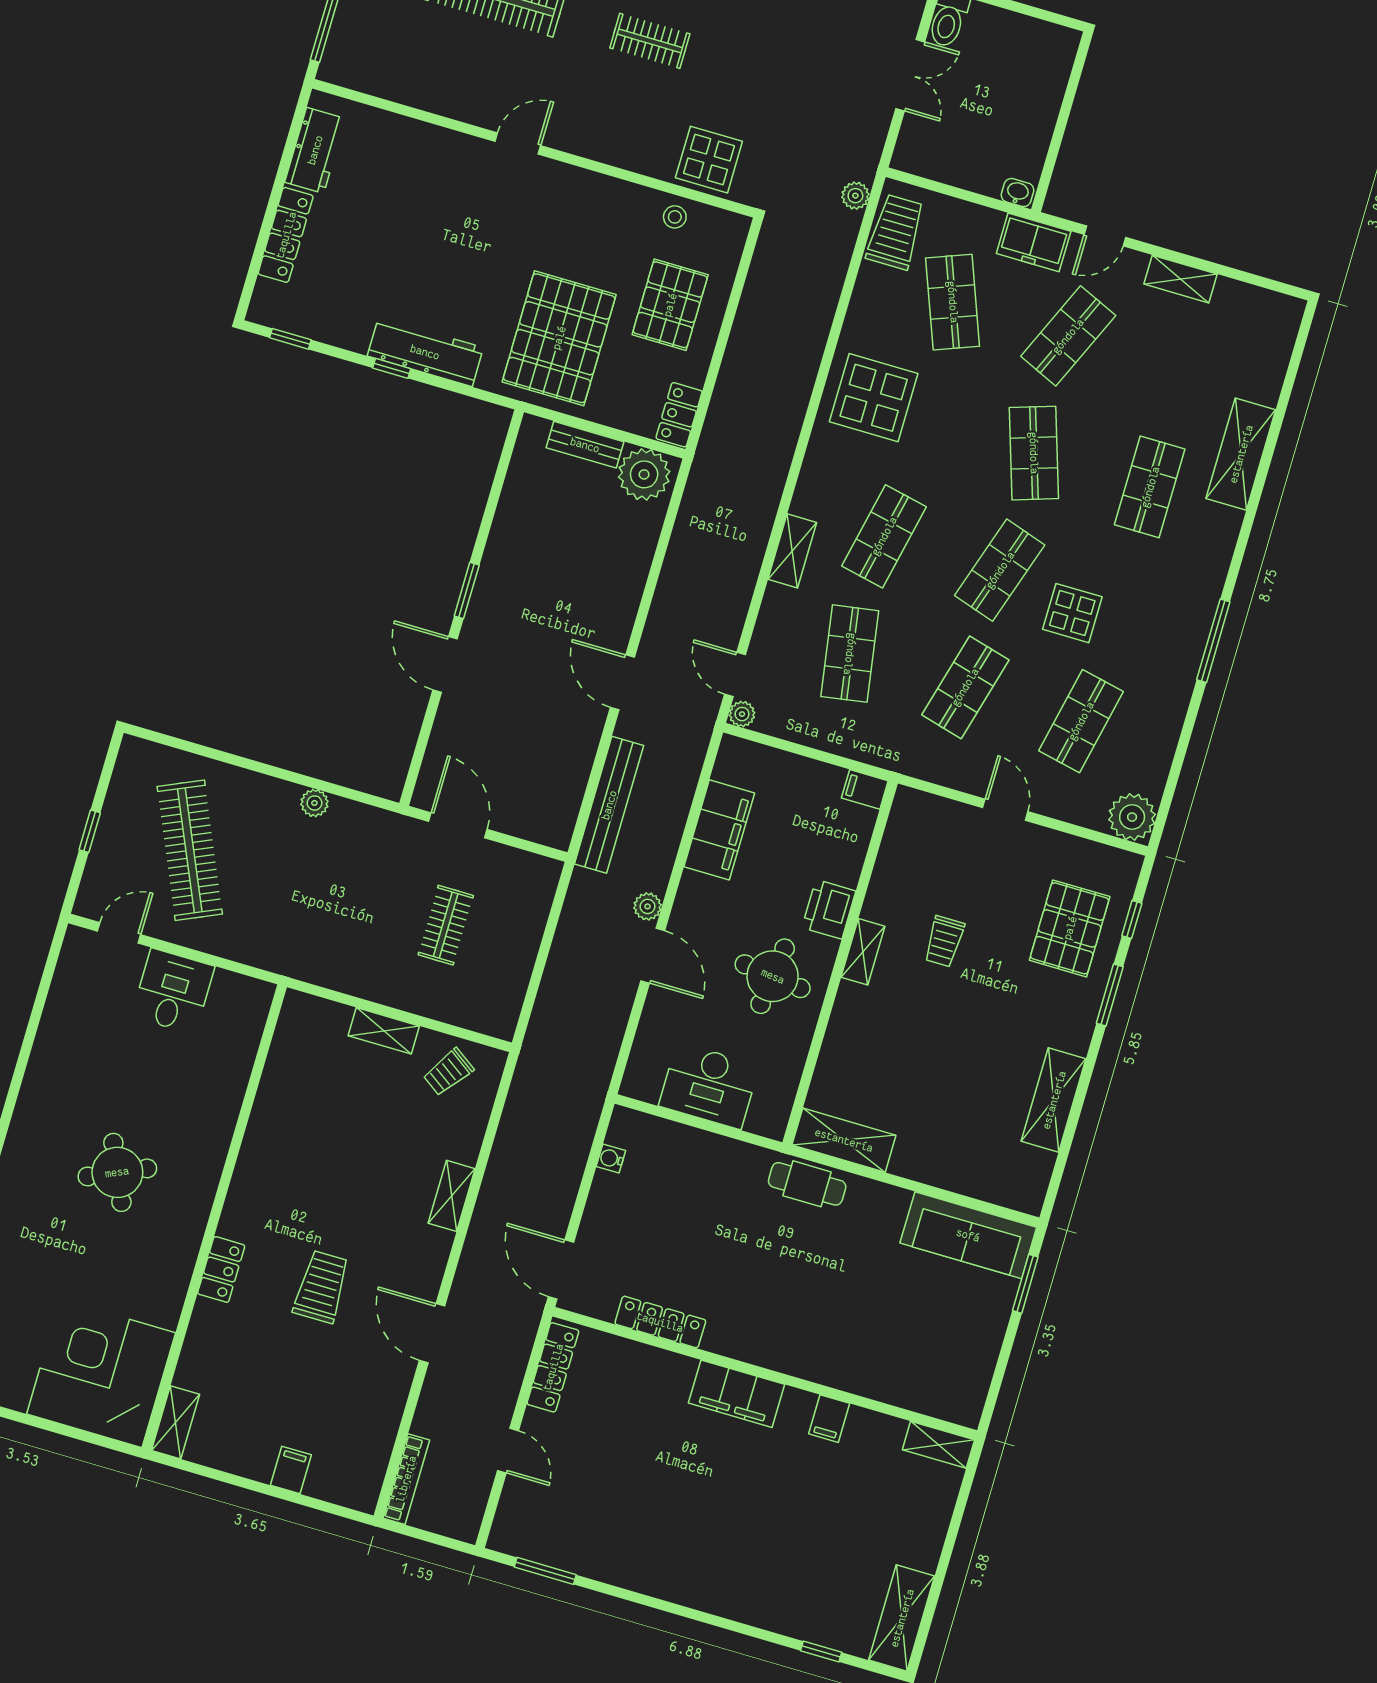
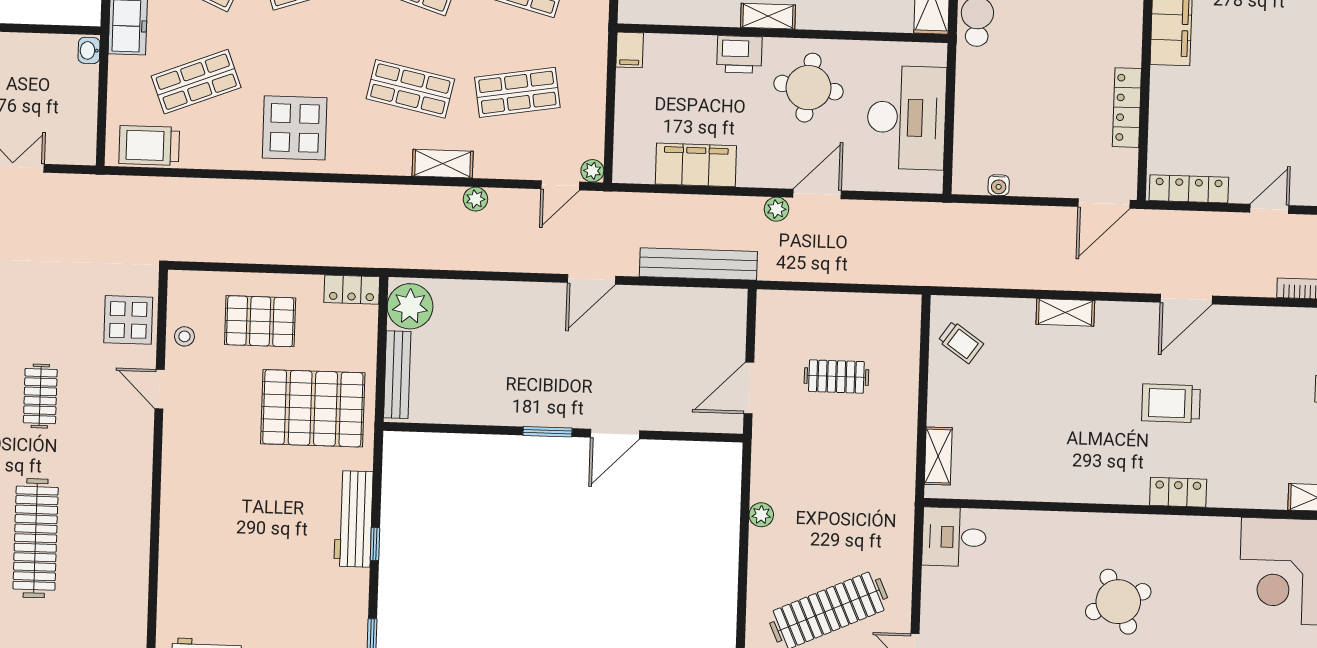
door: (518, 144) -> (160, 389), moved
plant: (855, 196) -> (475, 199), moved
bench: (585, 445) -> (397, 375), width x1.36
desk: (173, 991) -> (954, 537), moved
shelving: (384, 1031) -> (938, 456), moved
desk: (709, 1086) -> (906, 118), width x1.36, depth x1.30

